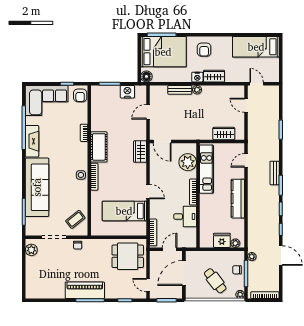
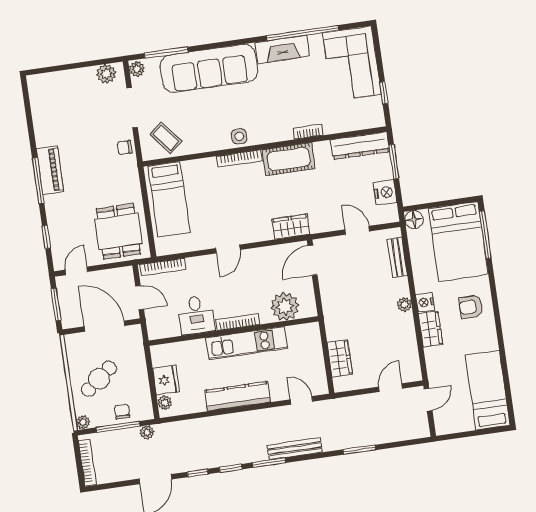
bench: (180, 90) -> (397, 257), moved
armchair: (80, 95) -> (368, 117), removed
dresser: (97, 103) -> (360, 146), added
kitchen unit: (206, 169) -> (247, 343), moved
bench: (275, 173) -> (295, 449), width x1.36
bed: (124, 211) -> (169, 199), moved, turned 180
plant: (31, 231) -> (137, 69), added
piano: (85, 290) -> (50, 170), width x0.73, depth x0.75

